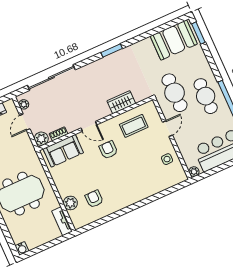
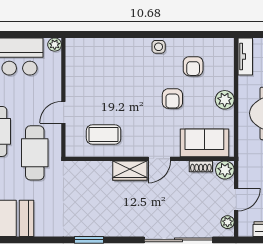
wardrobe: (121, 102) -> (130, 171), moved
door: (89, 126) -> (159, 159), swing flipped
armchair: (108, 150) -> (172, 99), moved
side table: (167, 159) -> (159, 47), moved
plant: (70, 203) -> (225, 100), moved

